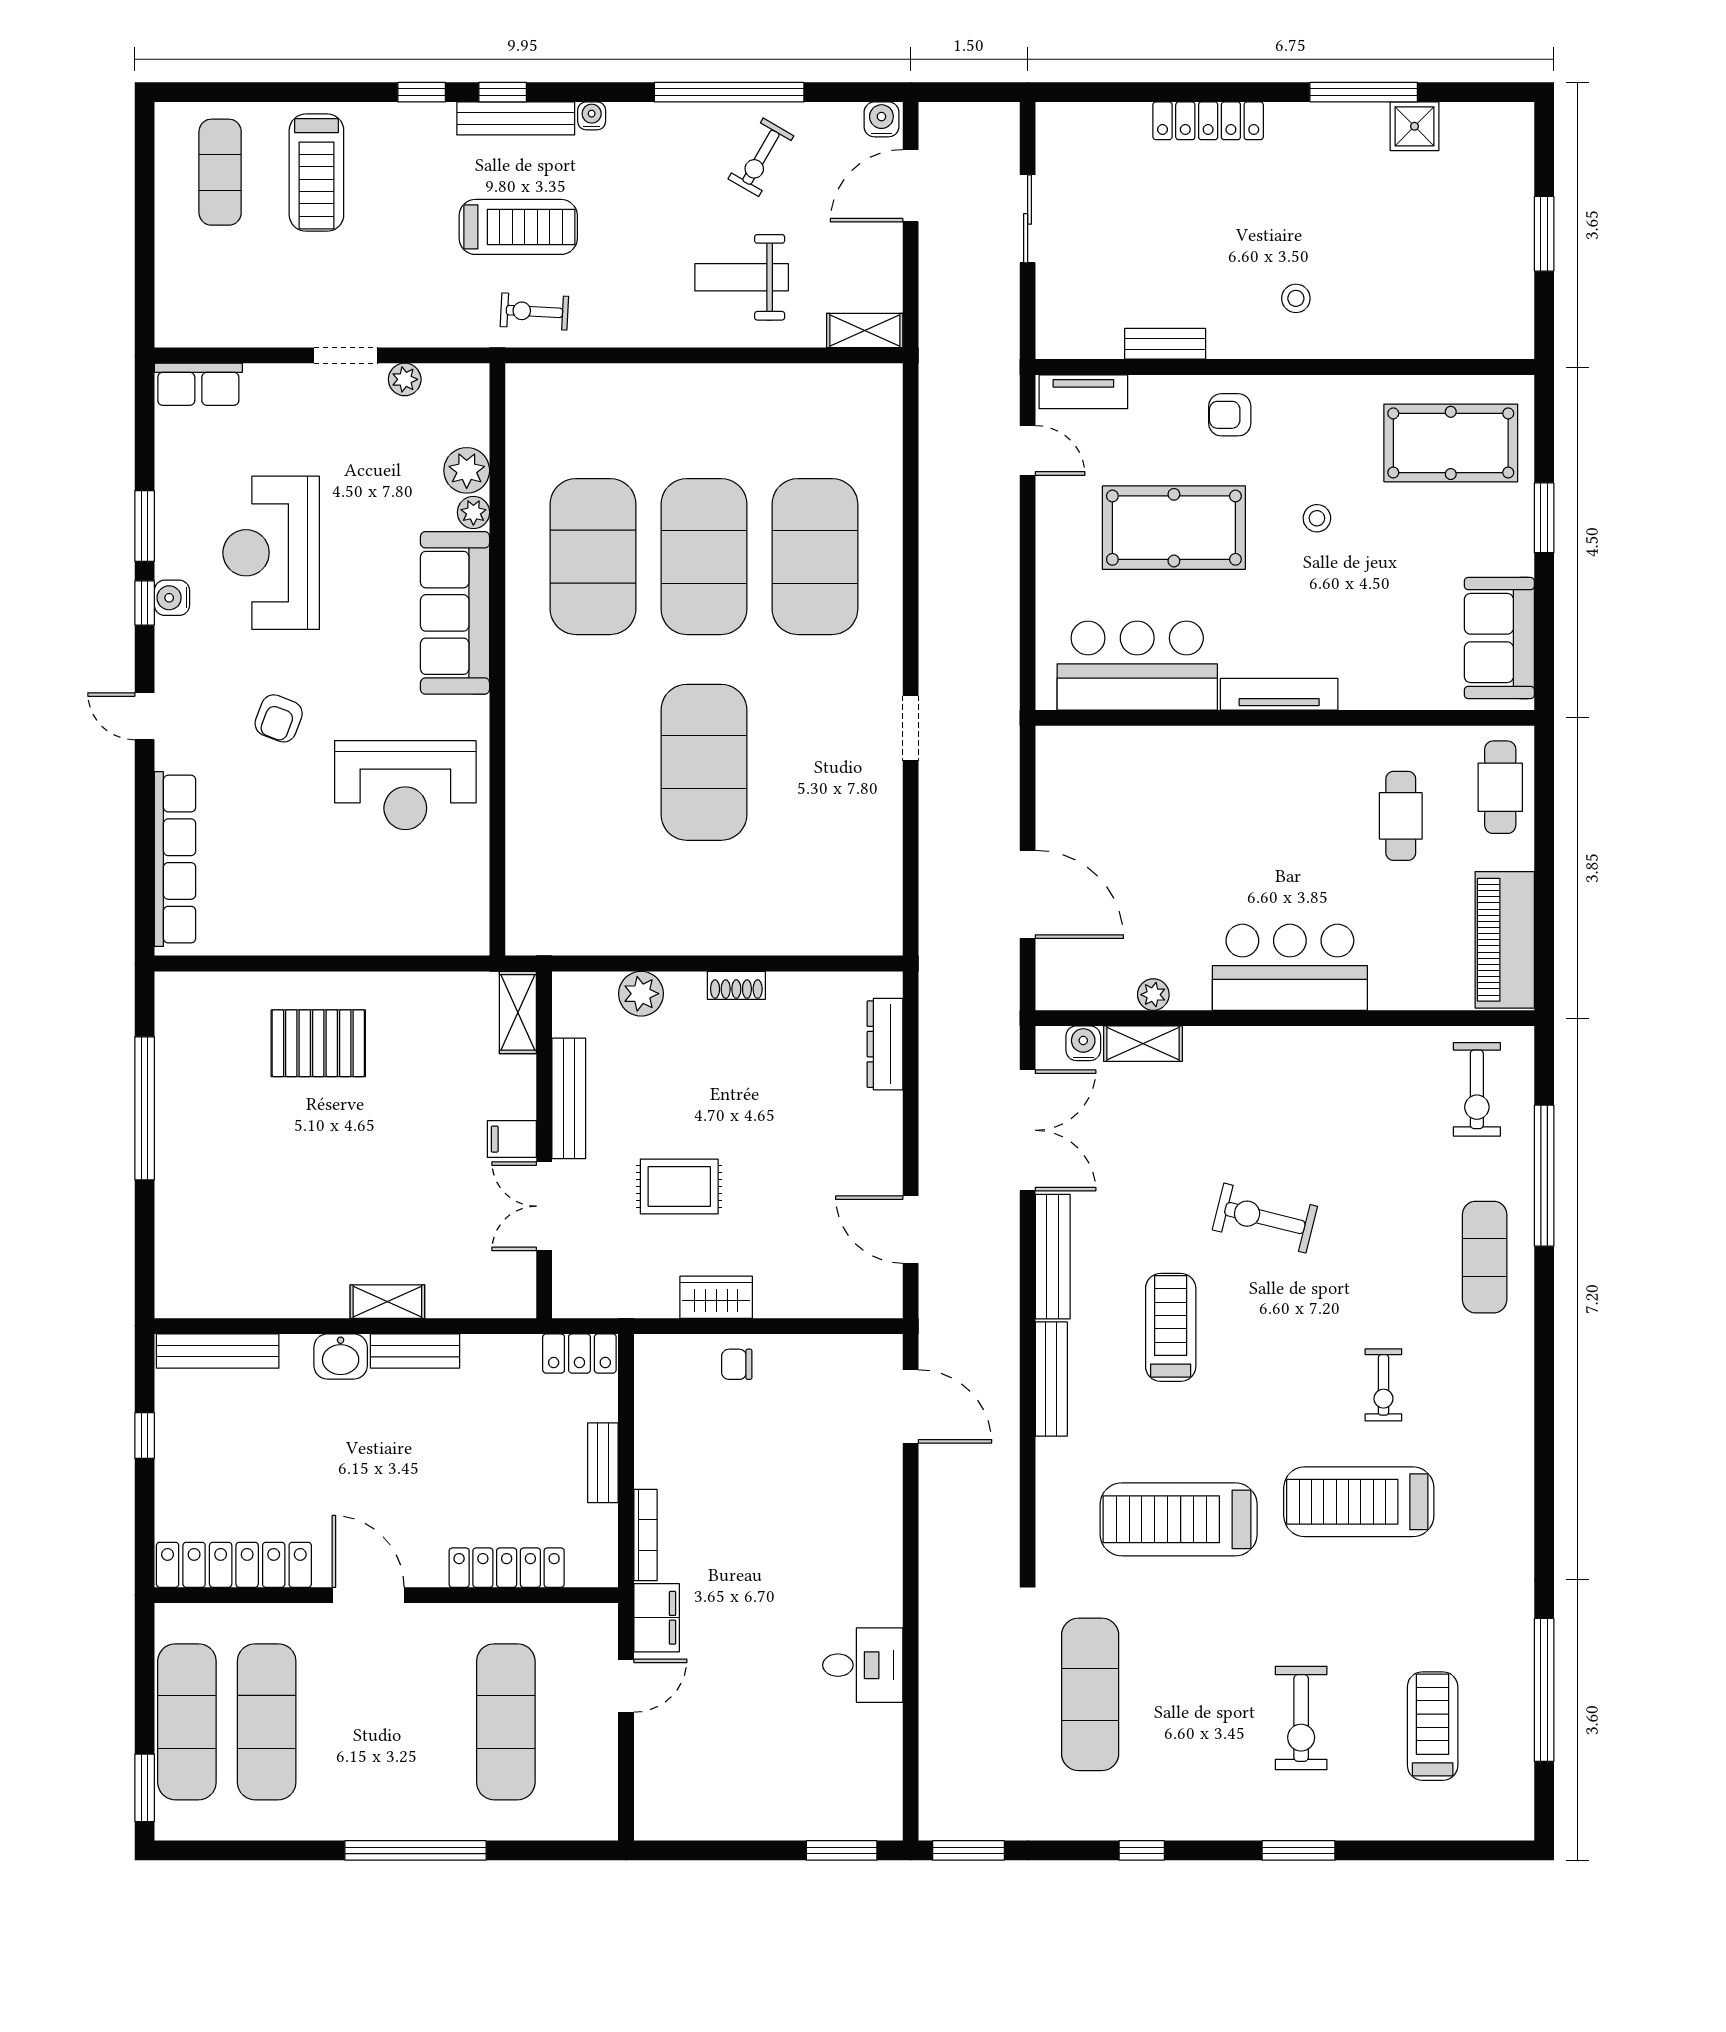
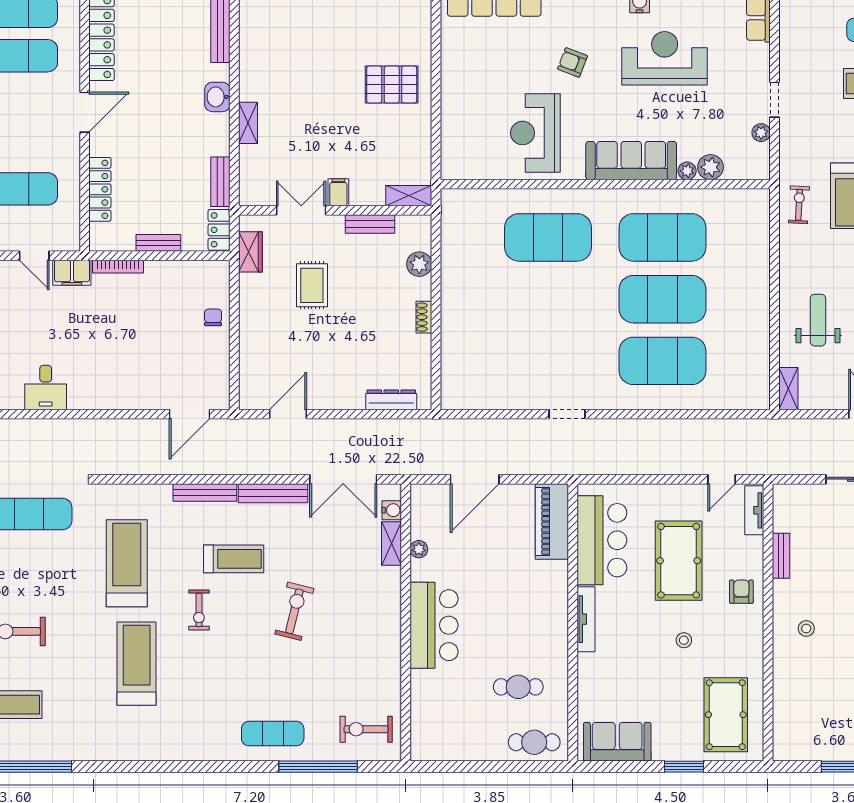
exercise mat: (704, 762) -> (548, 237), moved
piano: (1505, 940) -> (552, 522), moved, turned -90
pallet: (318, 1043) -> (392, 85), turned 90
bench: (569, 1098) -> (370, 224), width x0.73
wardrobe: (716, 1297) -> (250, 252), moved
bench: (415, 1351) -> (220, 182), moved
exercise bike: (1383, 1385) -> (199, 610), moved, turned -90

